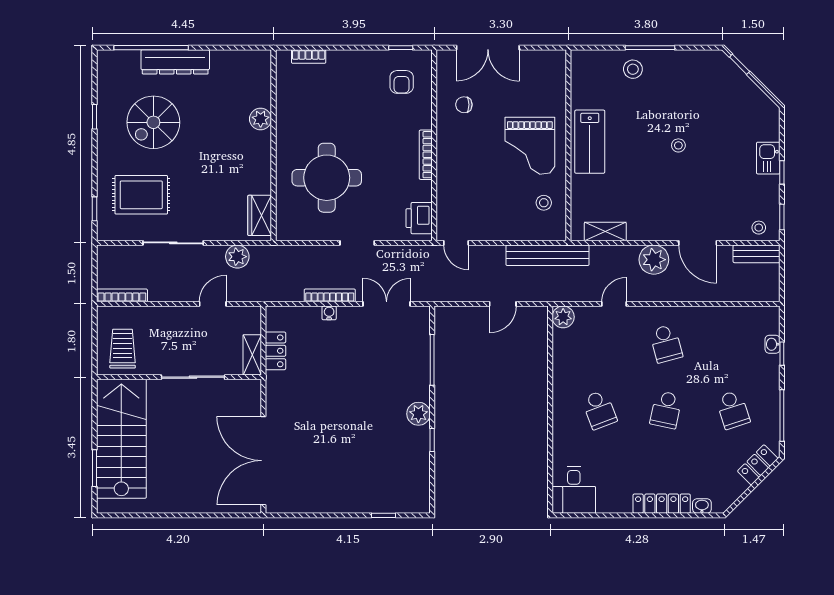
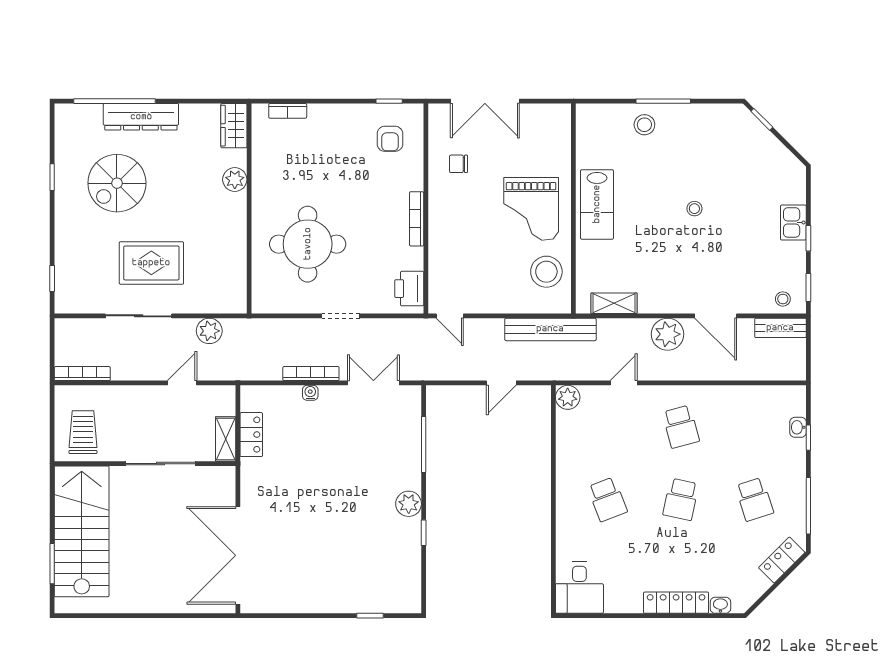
rug: (141, 195) -> (151, 263), moved
stool: (544, 203) -> (546, 272), width x1.89, depth x1.89
wardrobe: (260, 215) -> (234, 126), moved

